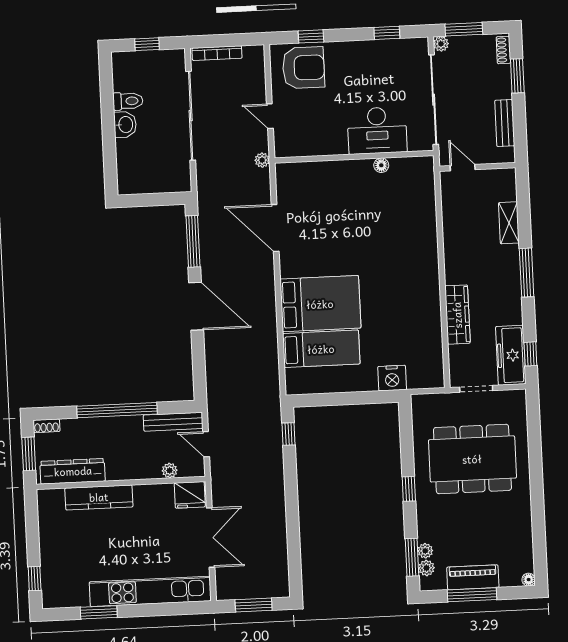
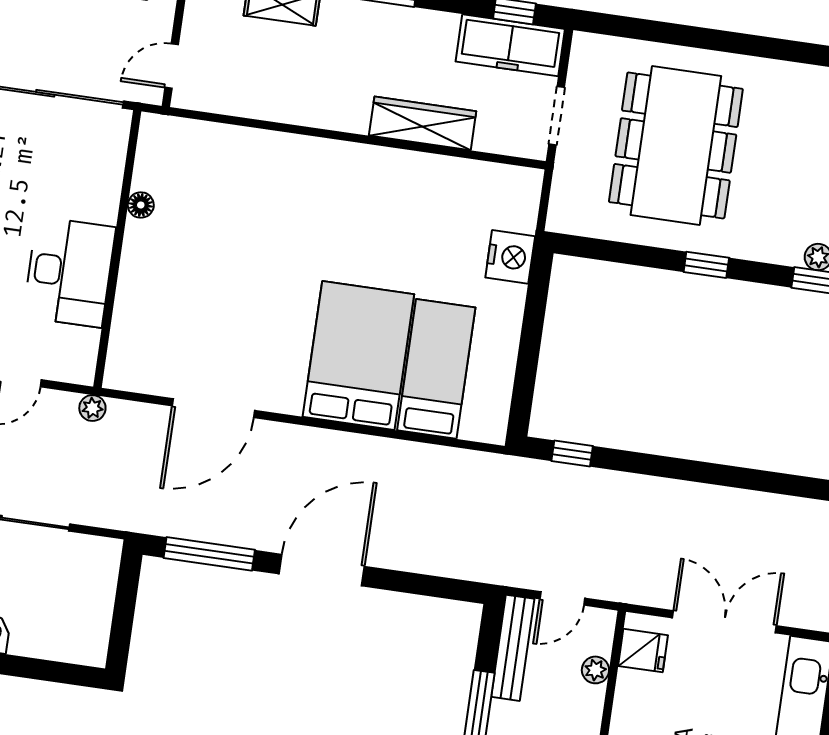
desk: (377, 130) -> (69, 272), moved
fridge: (190, 495) -> (643, 651), width x0.72

